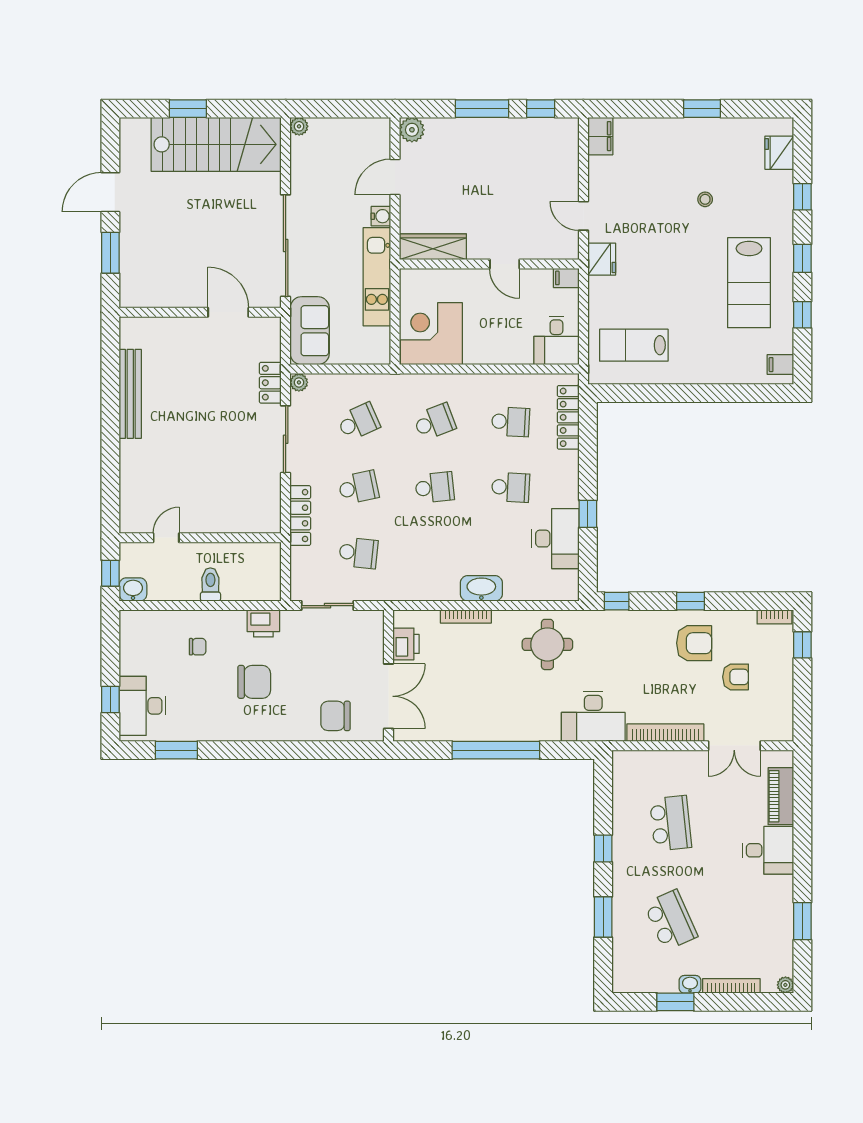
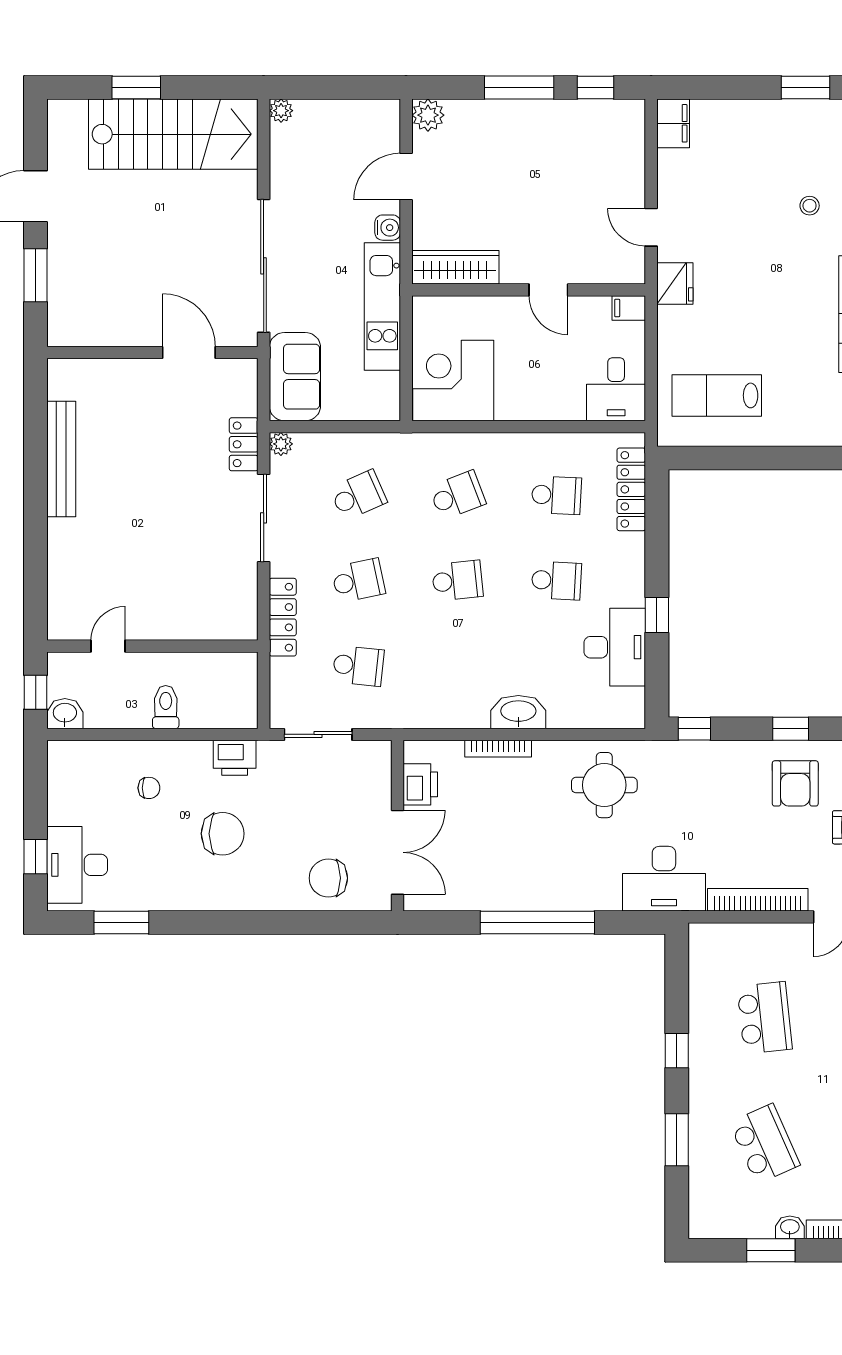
armchair: (694, 643) -> (795, 783), turned 90

